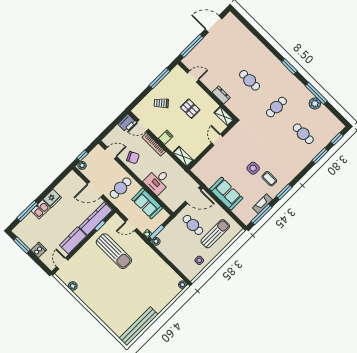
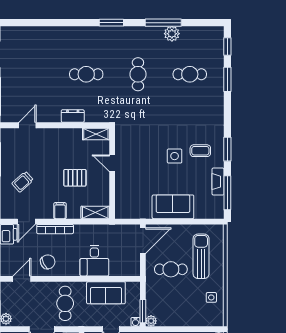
pallet: (190, 109) -> (75, 178), moved

